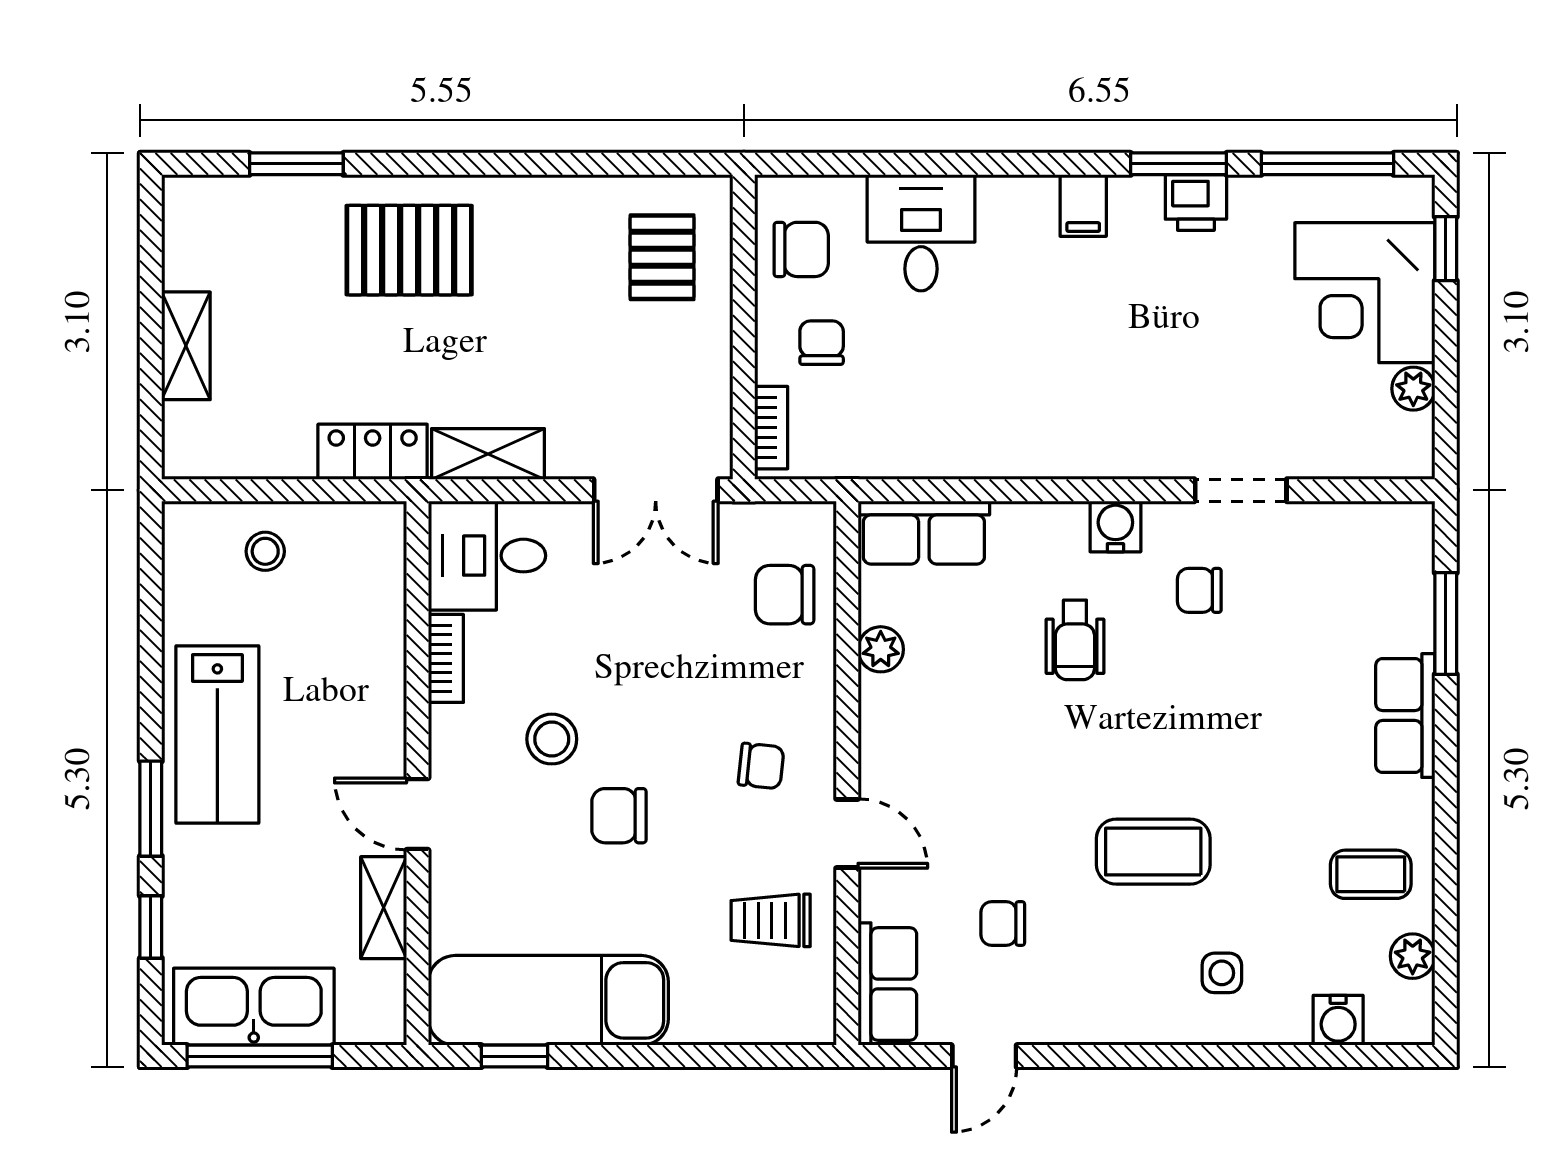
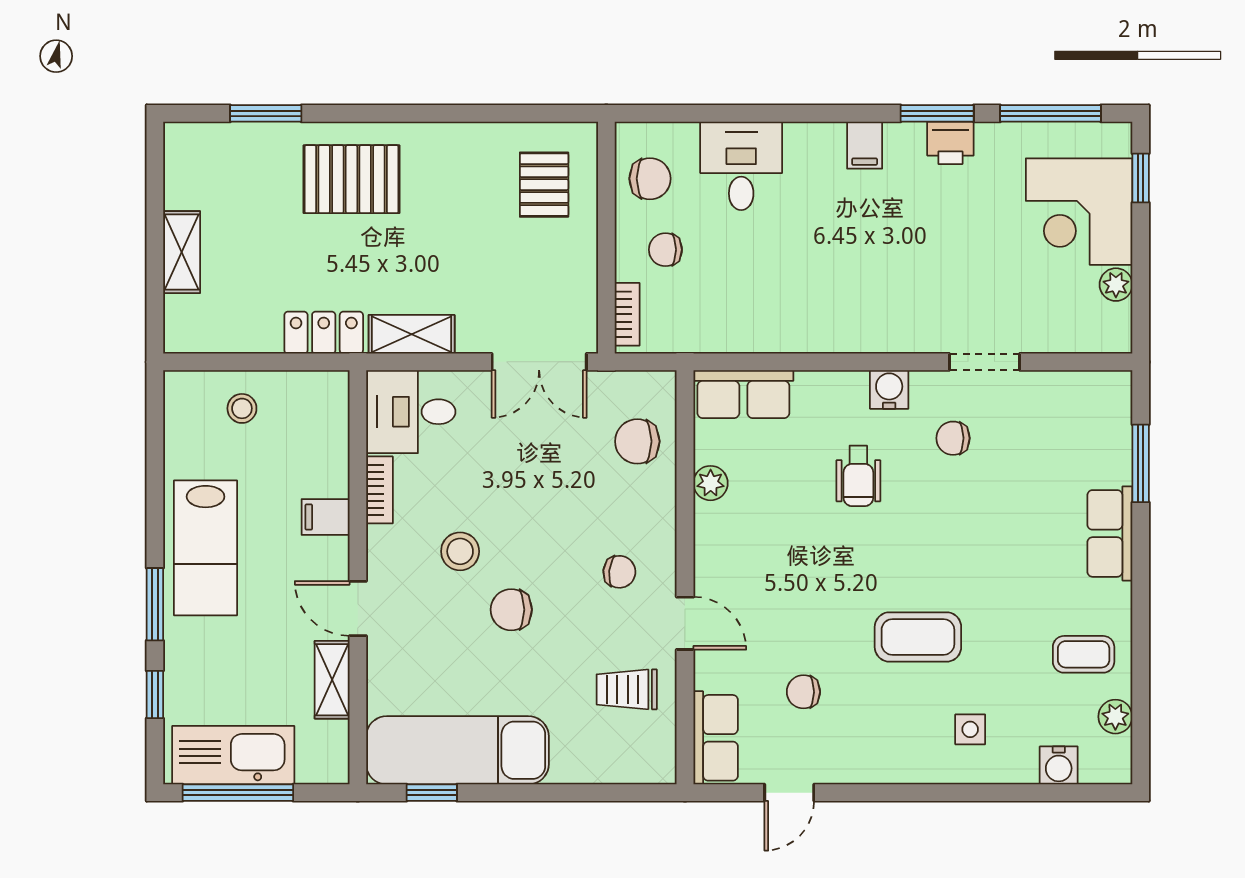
chair: (822, 343) -> (665, 250), turned -90
filing cabinet: (375, 694) -> (326, 517), added

